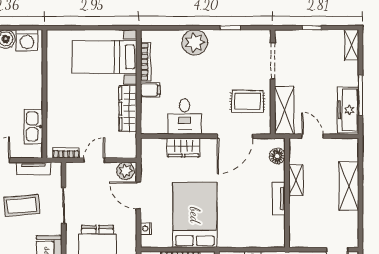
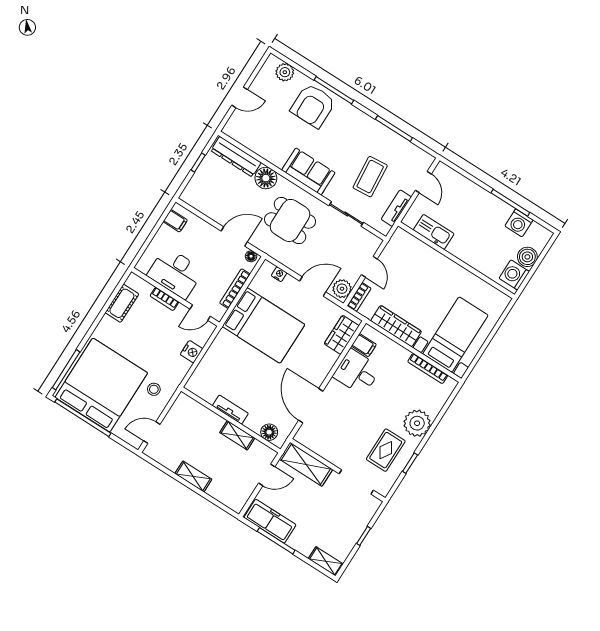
filing cabinet: (150, 90) -> (364, 345), moved, turned -90
rug: (247, 101) -> (386, 450), moved
wardrobe: (183, 148) -> (342, 335), moved
bookcase: (66, 153) -> (359, 297), moved
shelving: (349, 186) -> (193, 476), width x0.67, depth x0.75

